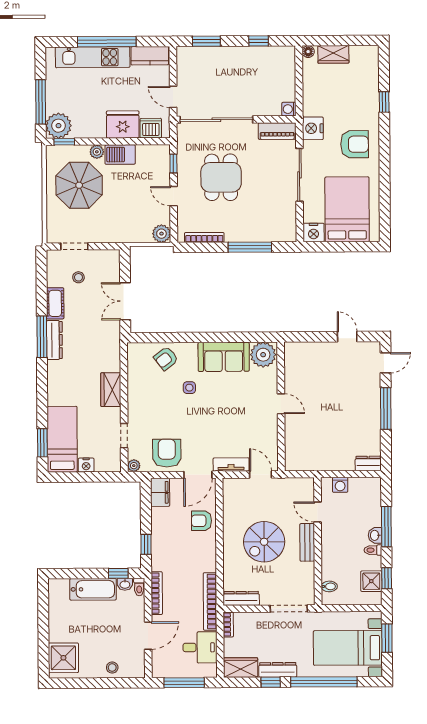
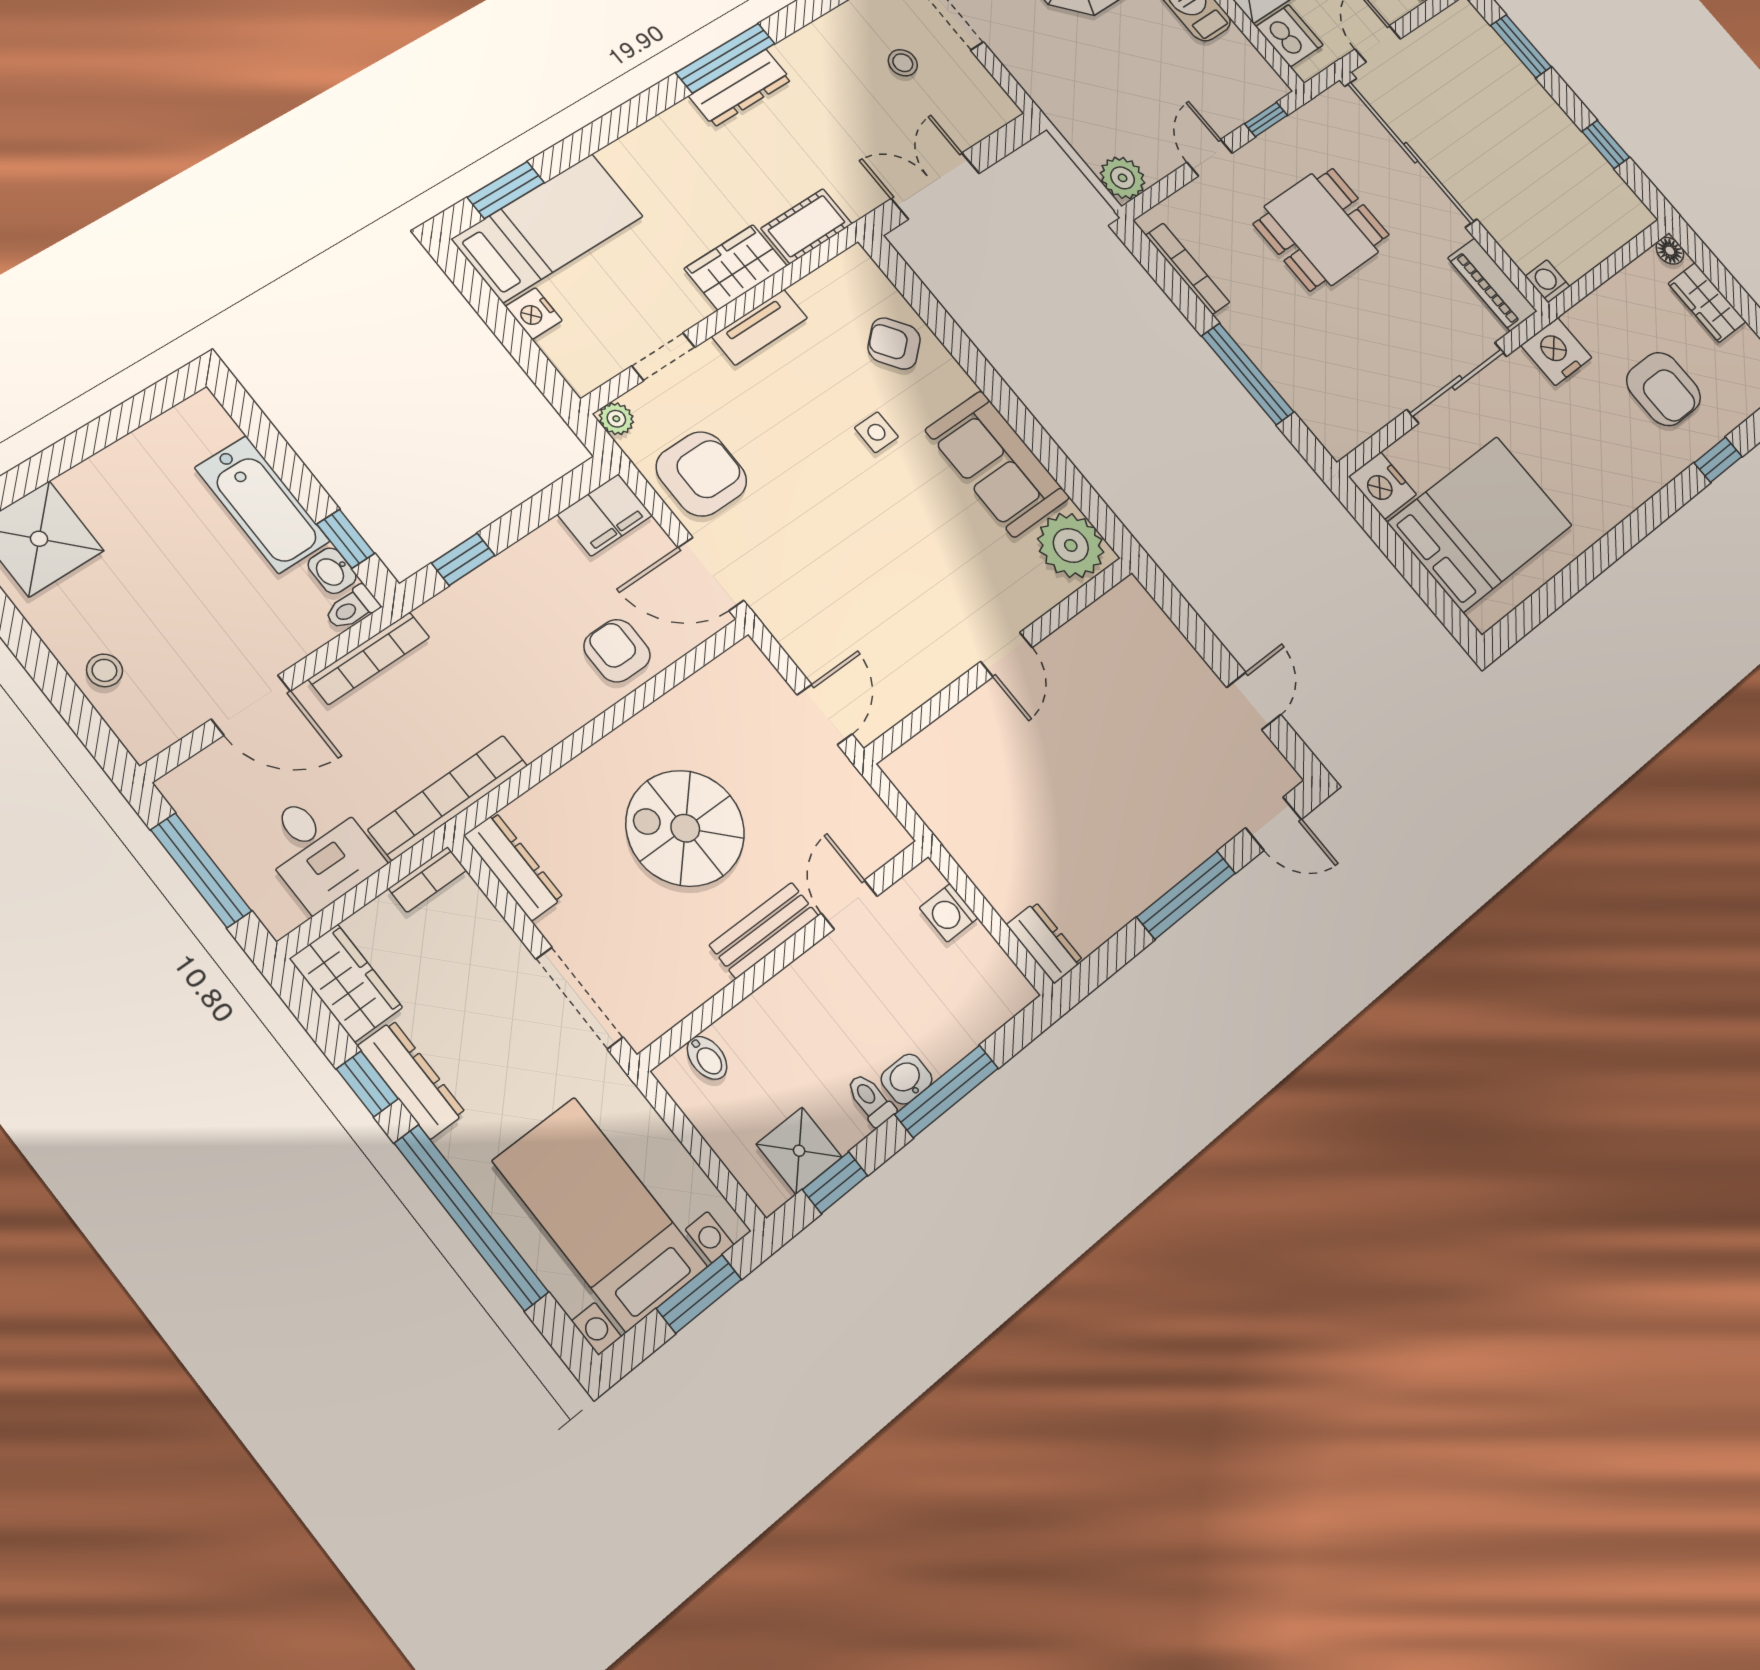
armchair: (355, 144) -> (1664, 389), moved
cot: (55, 303) -> (807, 226), moved
tv unit: (231, 465) -> (760, 327), moved, turned 90

